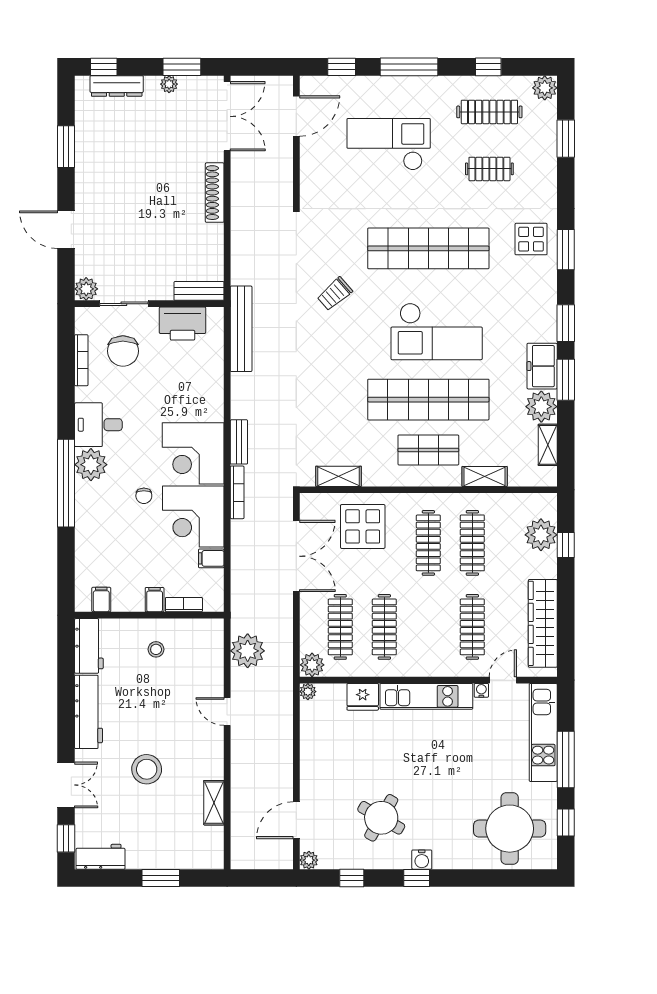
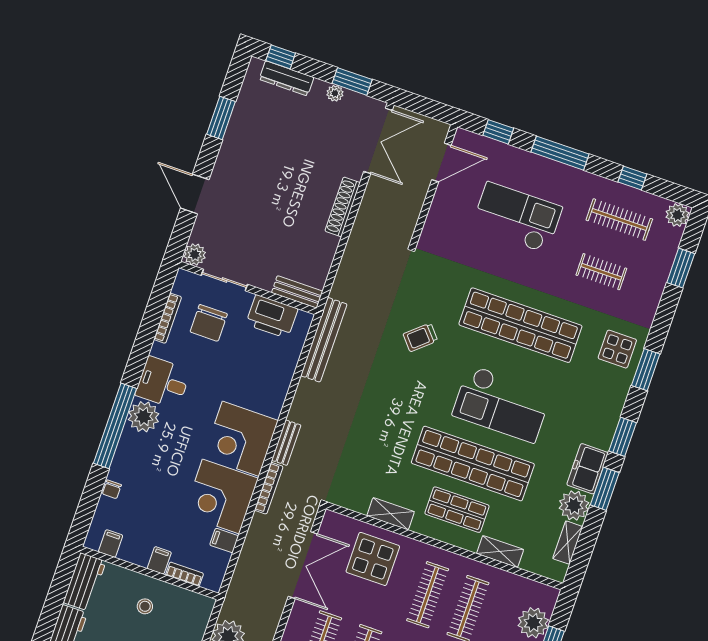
shelving: (339, 476) -> (391, 514), moved
chair: (144, 496) -> (112, 489), moved

